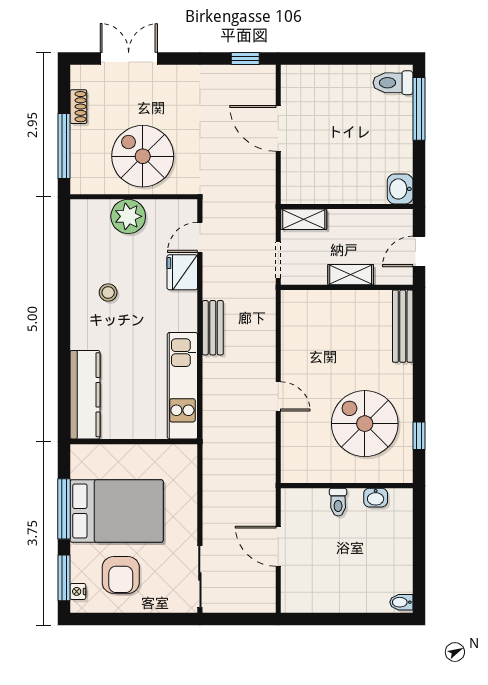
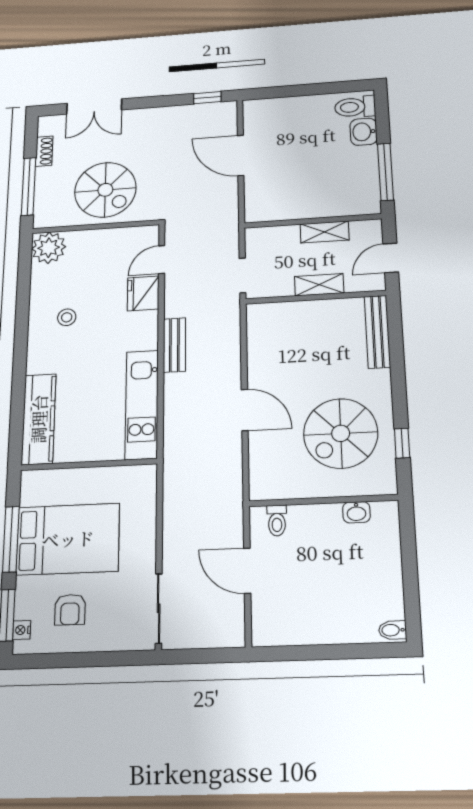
double door: (129, 58) -> (94, 107), swing flipped
window: (419, 109) -> (385, 172), moved
spiral stairs: (143, 156) -> (105, 190), turned 180
washbasin: (400, 189) -> (364, 132), moved
plant: (128, 216) -> (49, 248), moved
shelving: (304, 219) -> (325, 232), moved
door: (278, 396) -> (245, 410), width x1.38
spiral stairs: (365, 424) -> (341, 433), turned -90
toilet: (338, 502) -> (277, 521), moved
armchair: (121, 575) -> (70, 610), width x0.72, depth x0.72

